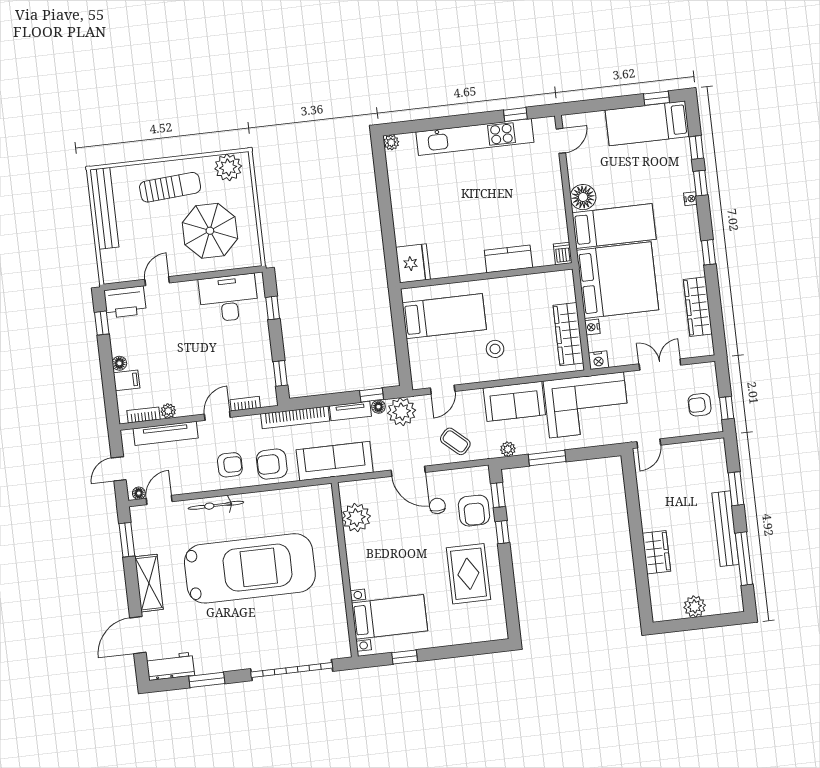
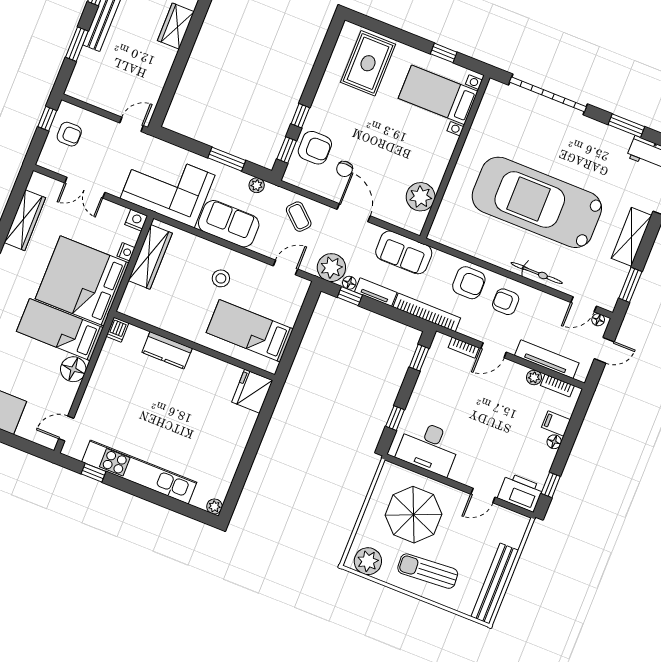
sofa: (335, 461) -> (404, 252), width x0.73
armchair: (474, 511) -> (315, 148), turned 90
rug: (468, 574) -> (368, 63), moved

